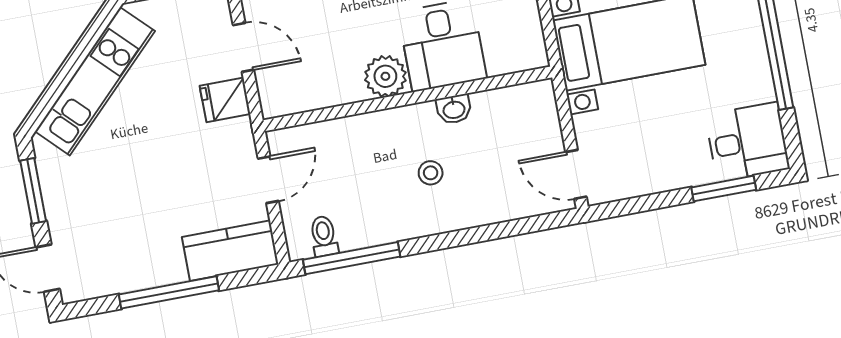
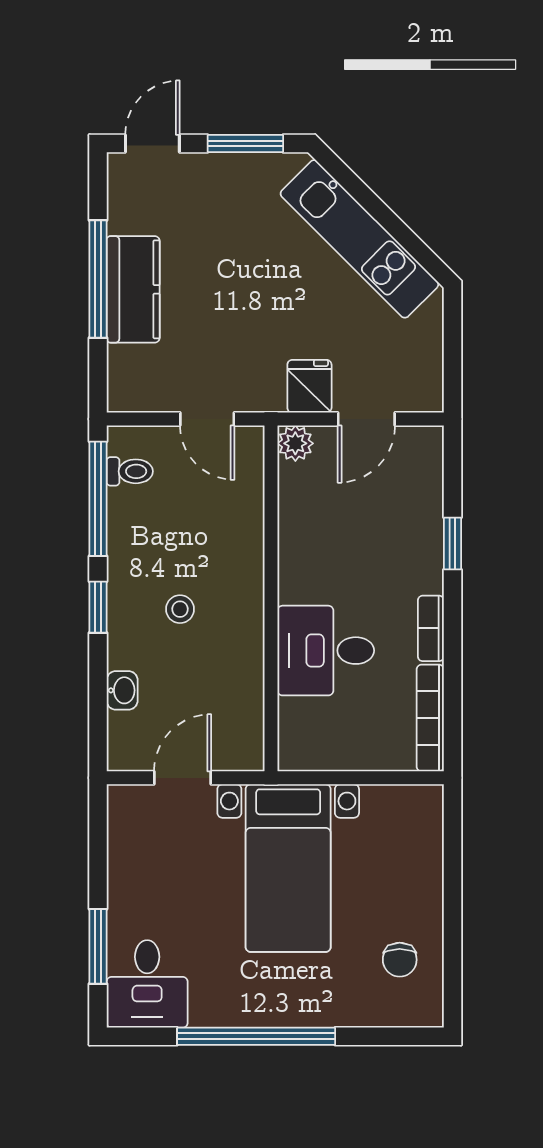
plant: (385, 76) -> (295, 443), moved, width x0.73, depth x0.73
washbasin: (454, 109) -> (122, 690), moved, turned 180
door: (576, 174) -> (183, 778), moved
window: (442, 241) -> (98, 607), added
kitchen counter: (230, 251) -> (133, 289), moved

